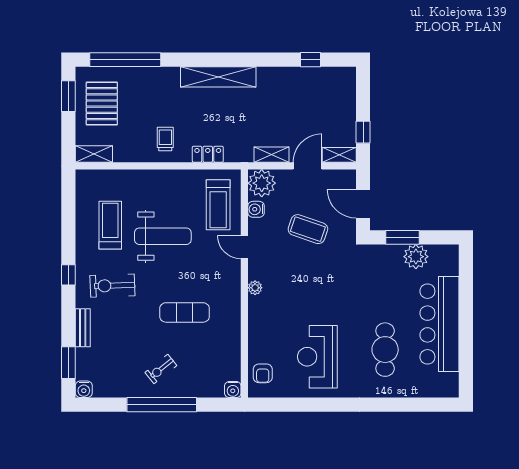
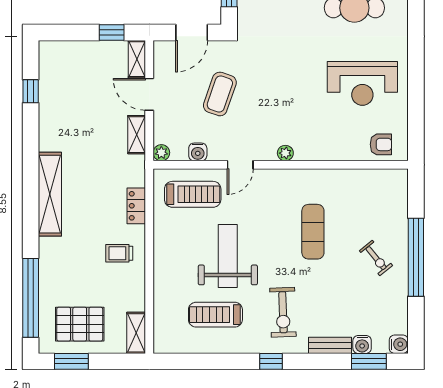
plant: (262, 183) -> (161, 153), width x0.53, depth x0.53
water cooler: (233, 390) -> (362, 344), moved, turned 90

